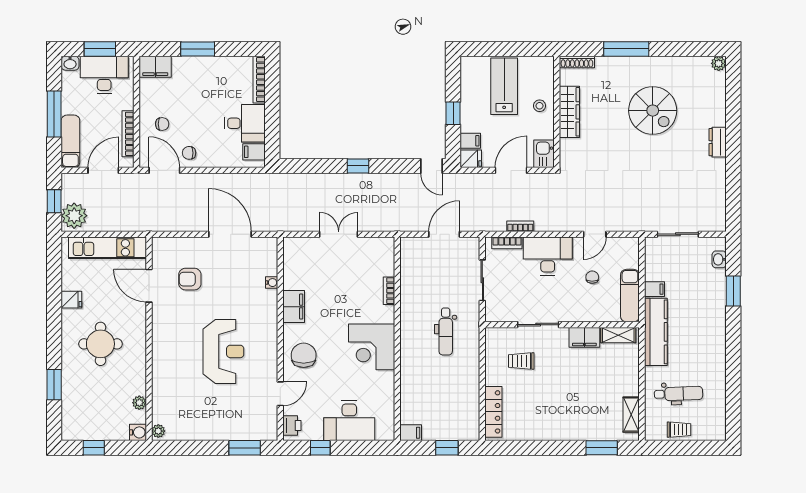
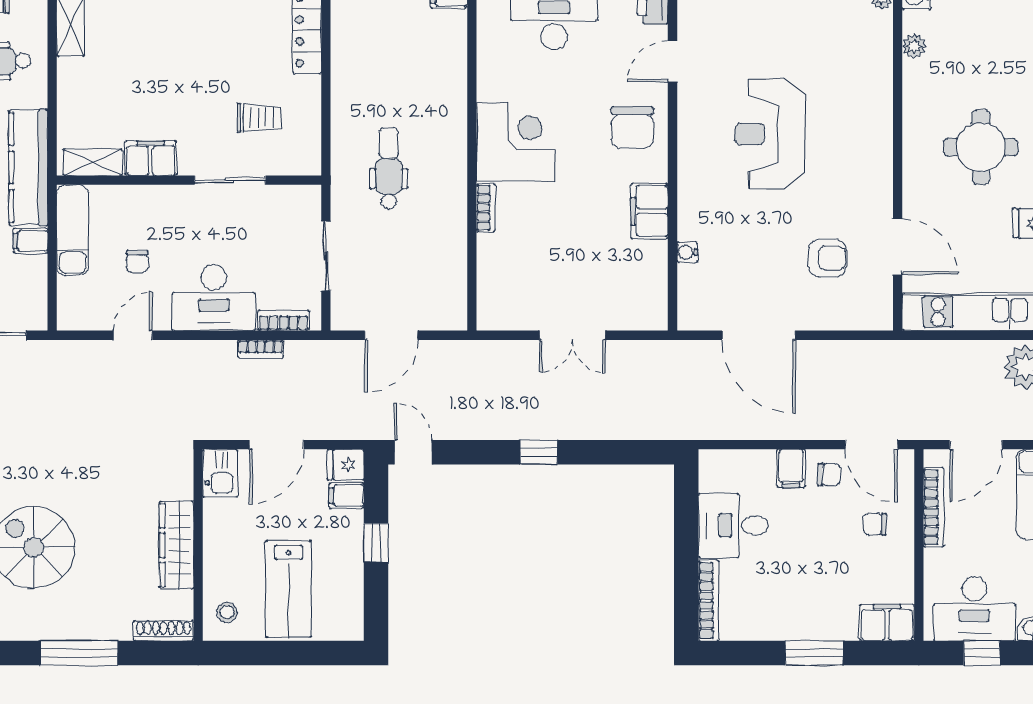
window: (100, 49) -> (982, 653), width x0.67
stool: (540, 106) -> (227, 612), moved
filing cabinet: (254, 152) -> (791, 468), moved, turned 90
bookcase: (389, 291) -> (486, 208), moved

